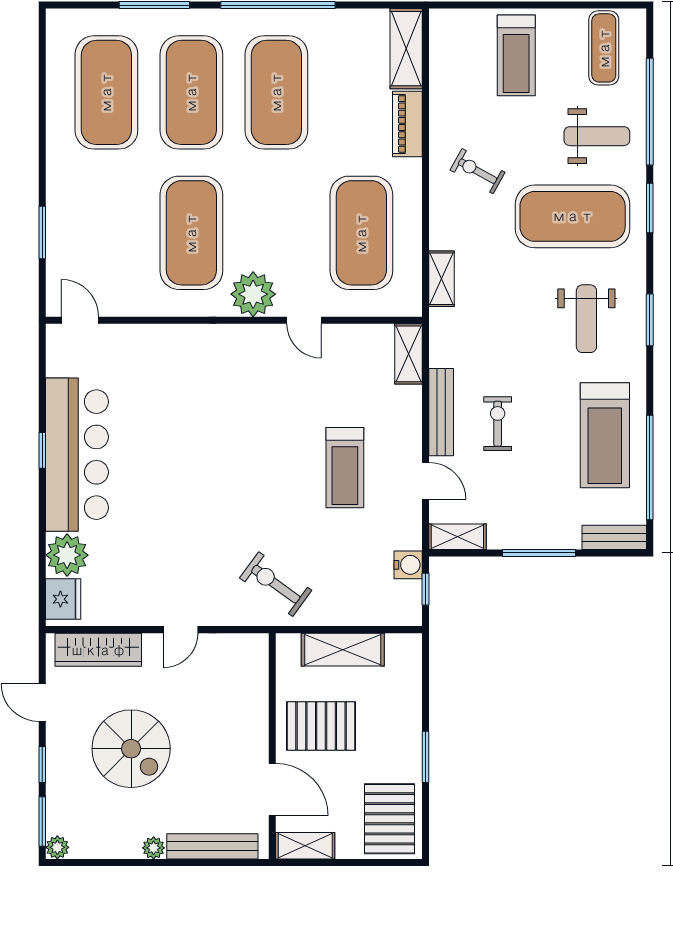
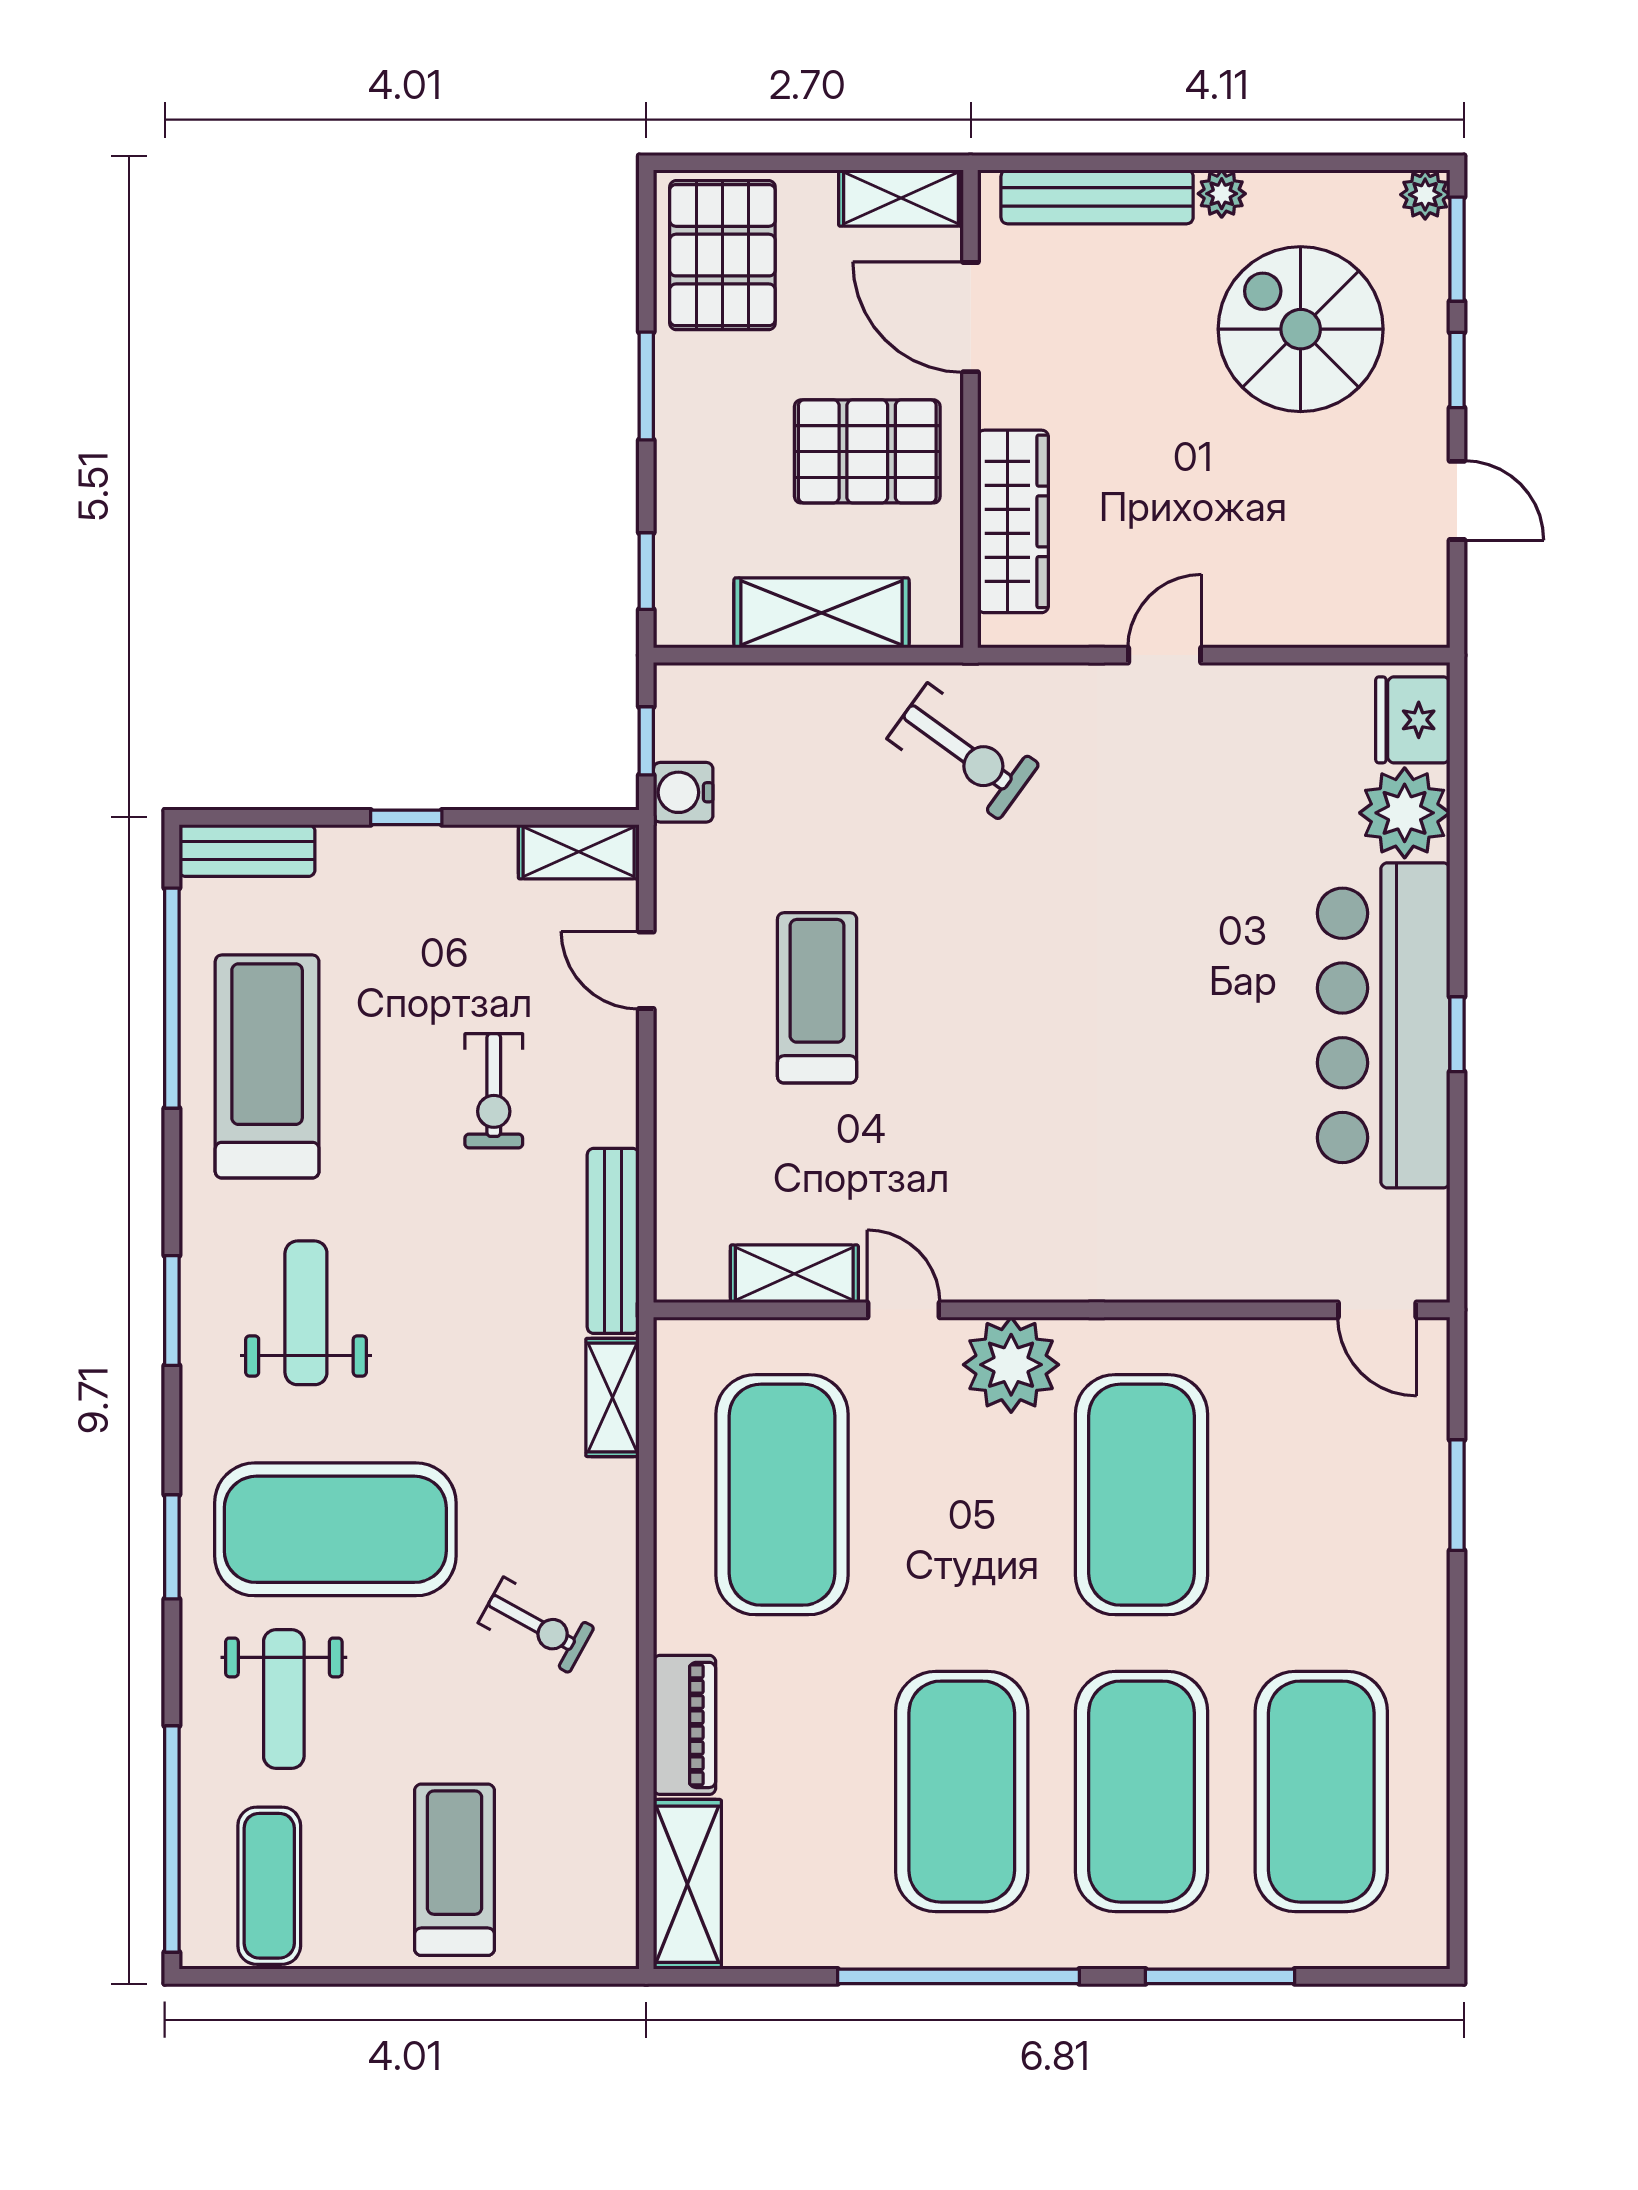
window: (650, 112) -> (172, 1839), moved
weight bench: (597, 136) -> (284, 1699), turned -90
shelving: (409, 354) -> (794, 1274), moved, turned 90
bench: (441, 412) -> (613, 1241), moved
window: (539, 553) -> (406, 817), width x0.46
wardrobe: (98, 650) -> (1013, 521), moved, turned 90
window: (426, 669) -> (646, 571), added
spiral stairs: (131, 749) -> (1301, 329), moved

